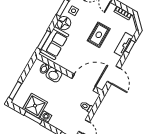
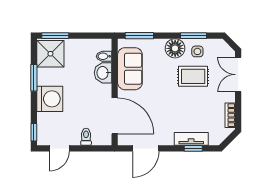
rug: (99, 35) -> (193, 76), moved
sofa: (54, 43) -> (130, 69), moved, turned -90
shower: (35, 106) -> (50, 54), moved
washing machine: (46, 117) -> (50, 99), width x1.89, depth x1.89

